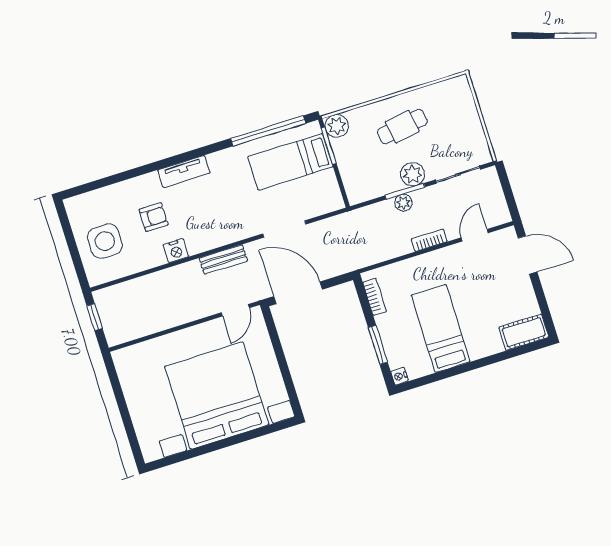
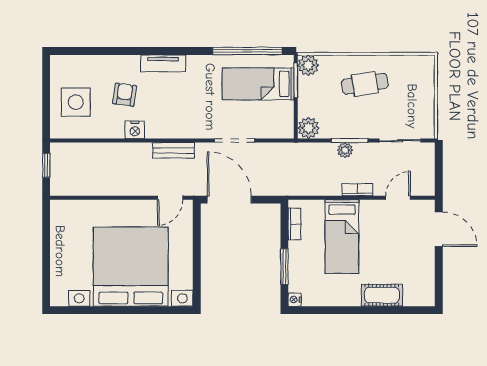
plant: (413, 174) -> (308, 128), moved
armchair: (154, 217) -> (125, 95), turned -82
bed: (441, 329) -> (342, 237), moved, turned 180
cot: (524, 332) -> (382, 295), moved

